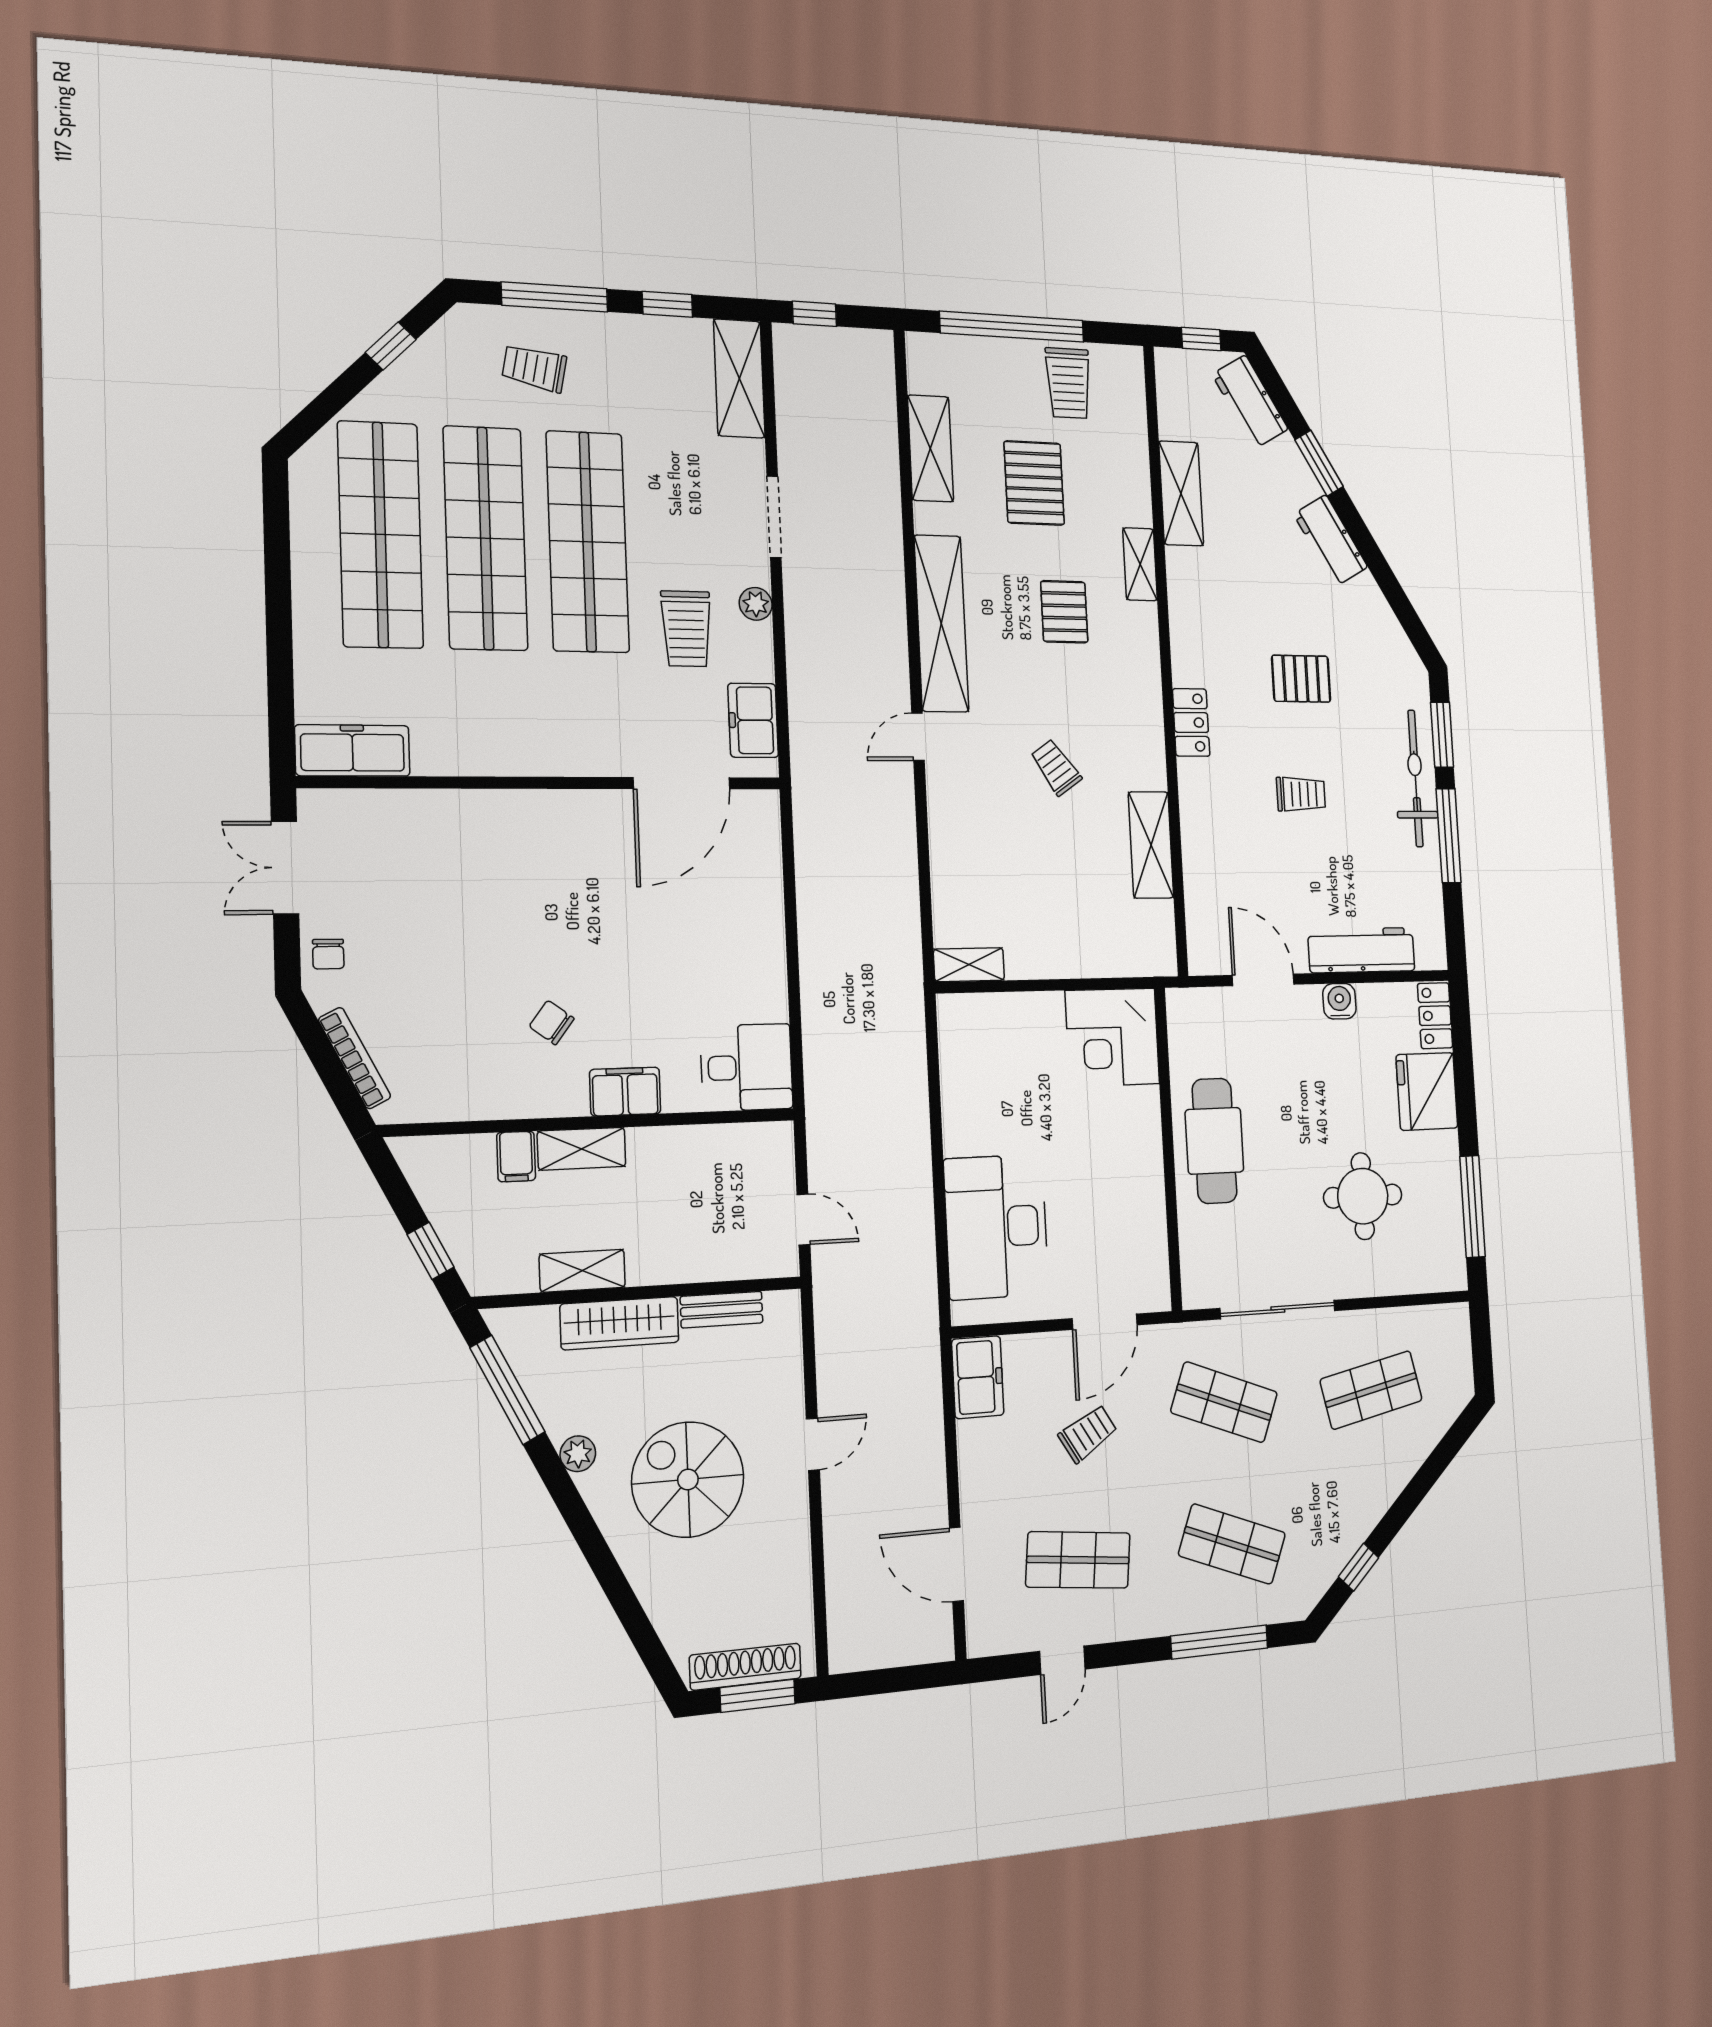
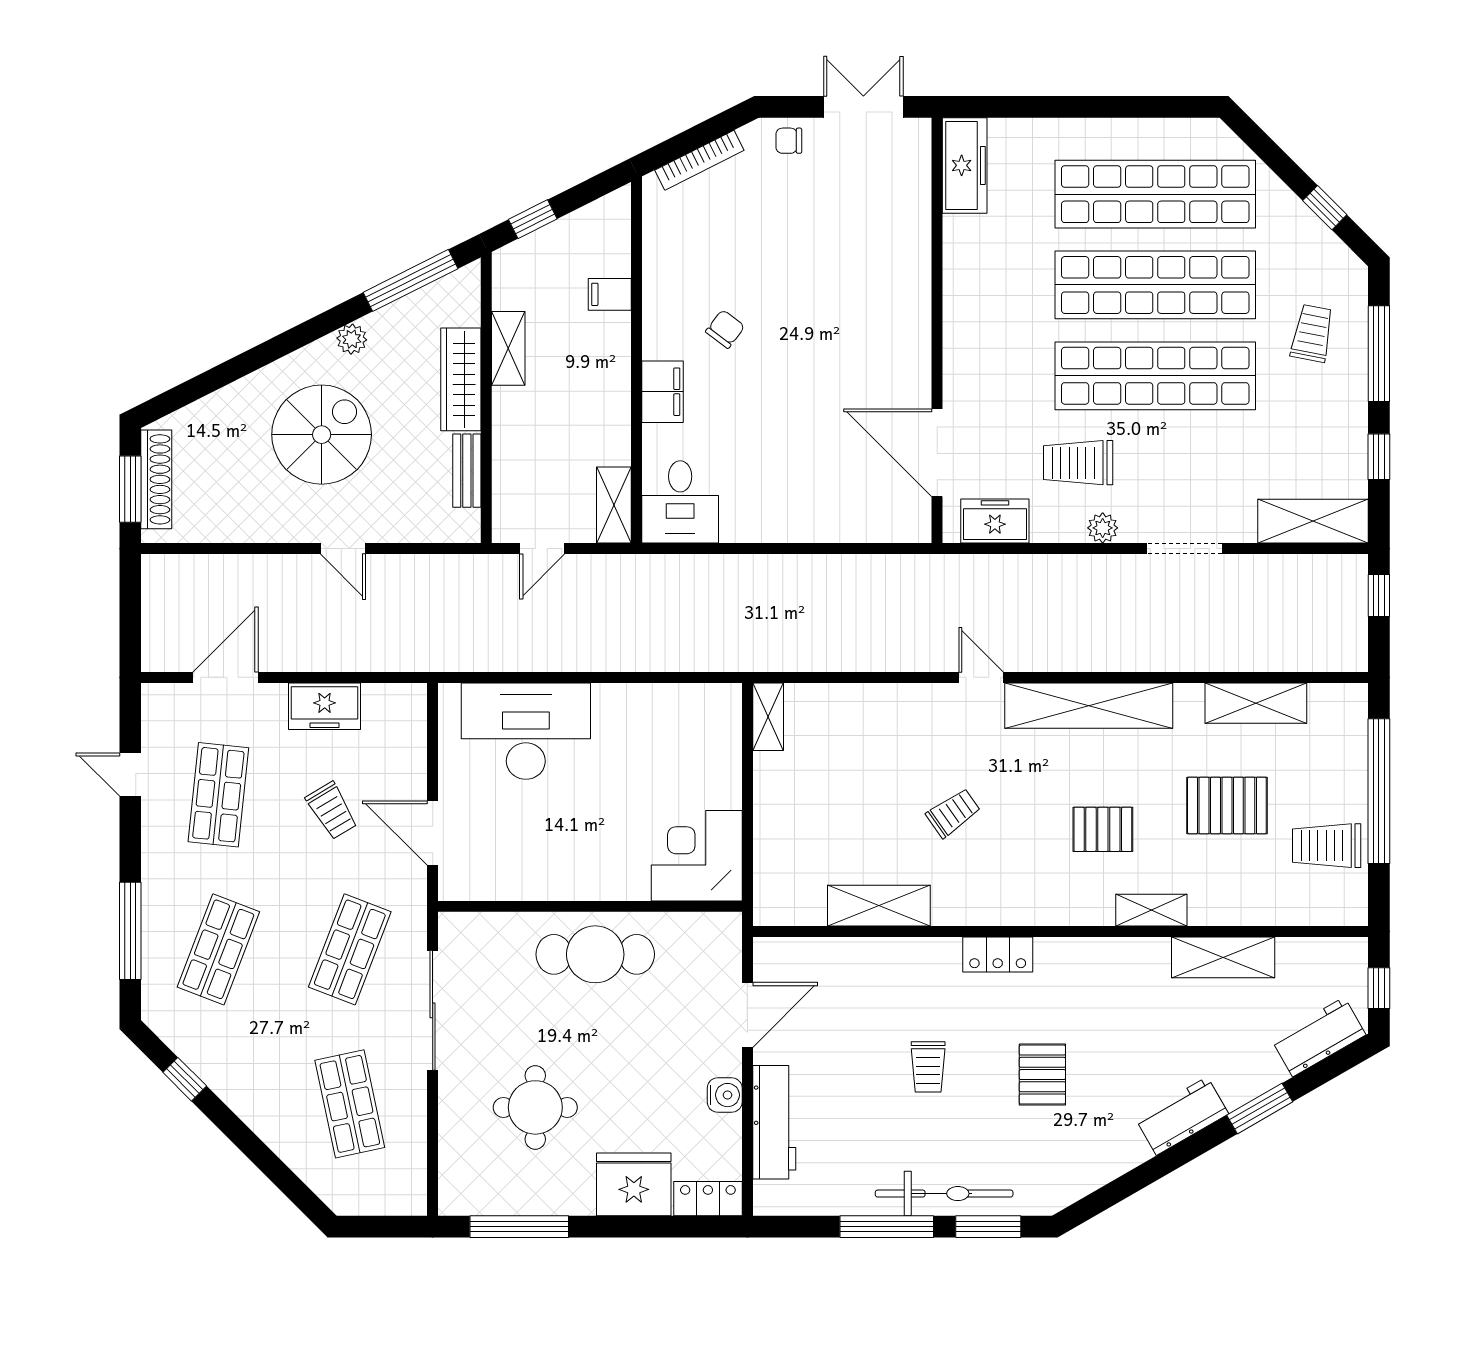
shelving: (582, 1149) -> (614, 505), moved
freezer: (978, 1377) -> (325, 706), moved

